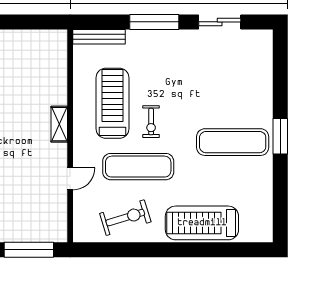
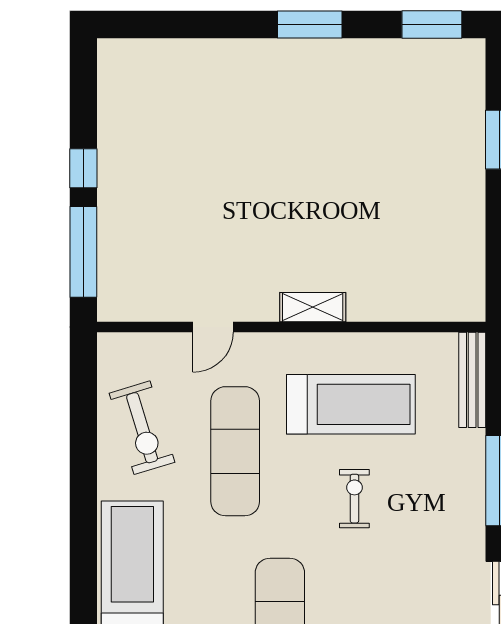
exercise bike: (151, 122) -> (354, 499), moved, turned 90
door: (70, 179) -> (213, 327), hinge flipped

